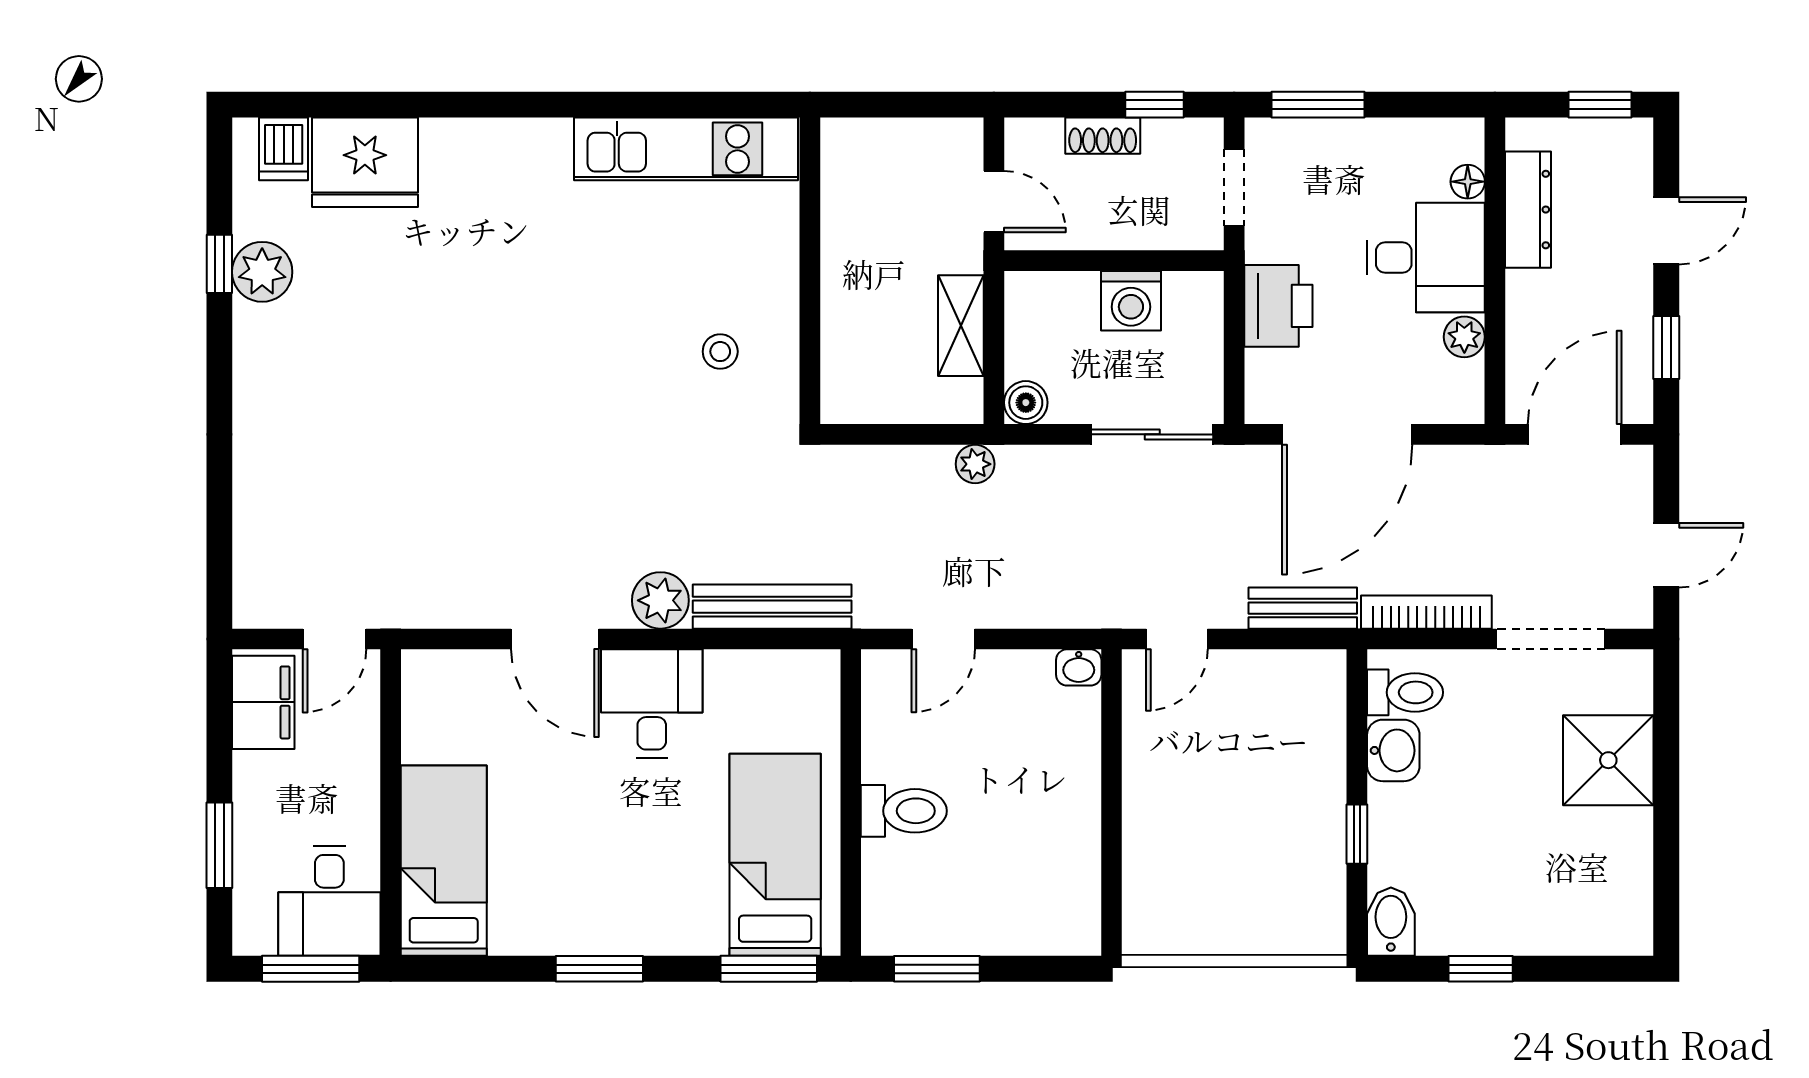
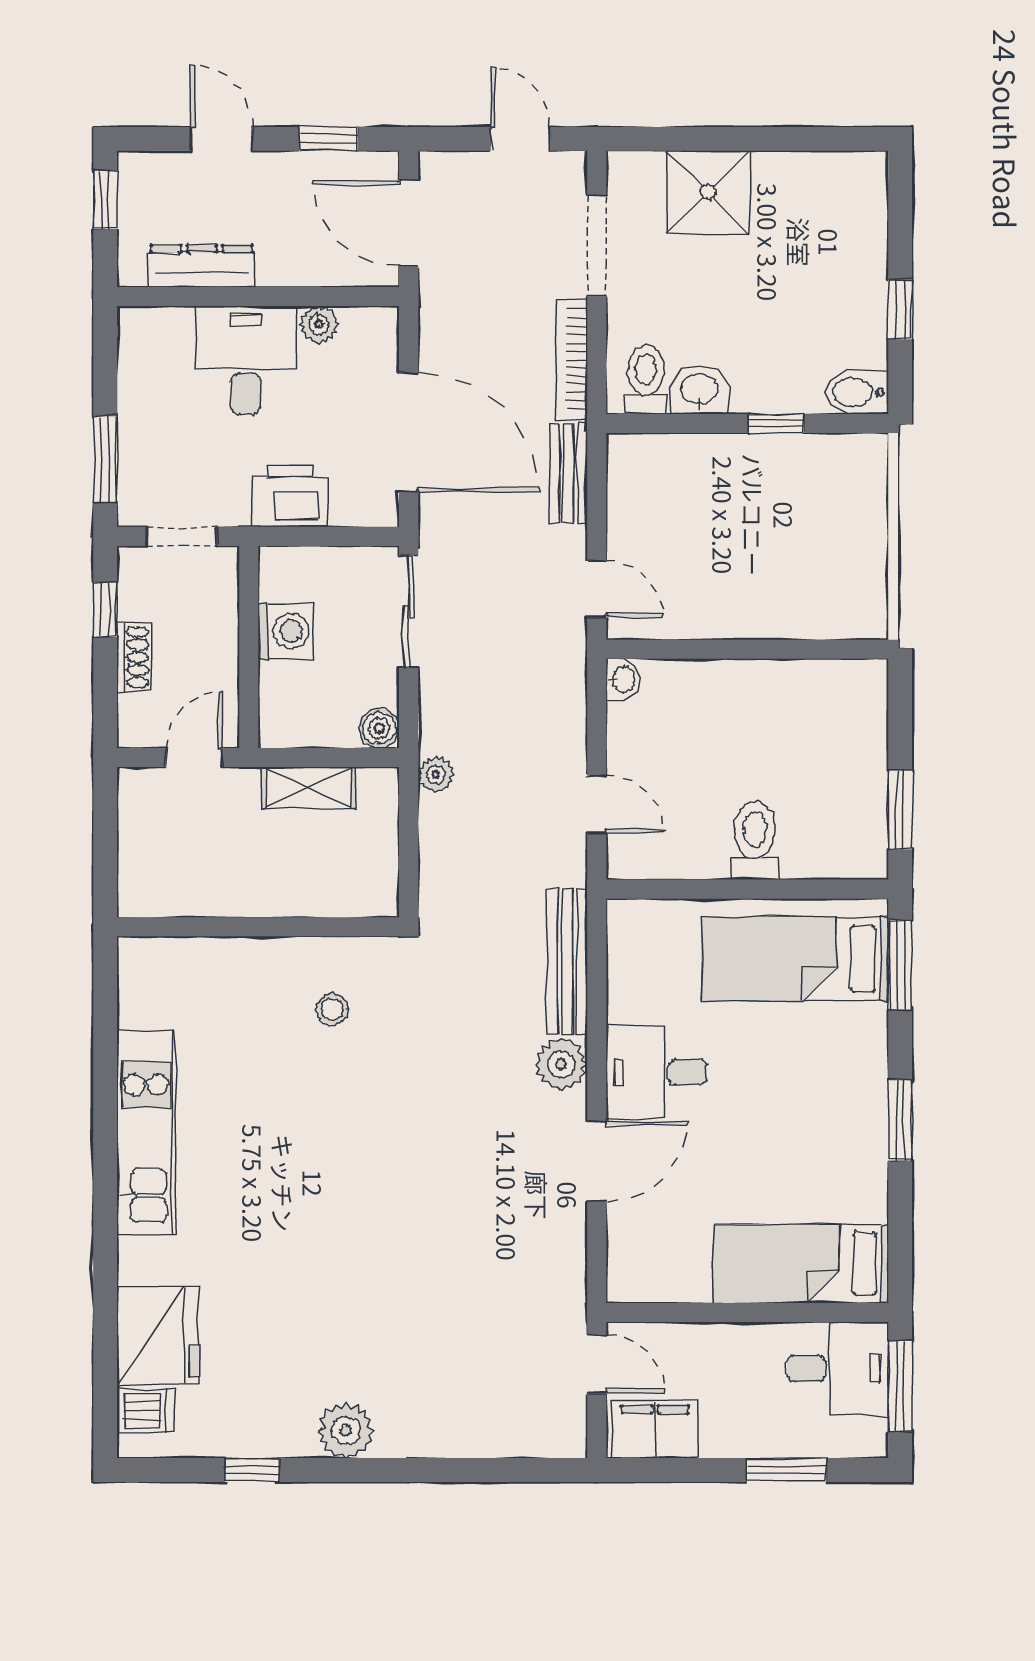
kitchen unit: (686, 149) -> (146, 1132), moved
floor lamp: (1468, 182) -> (176, 322), removed
plant: (262, 272) -> (346, 1431), moved

